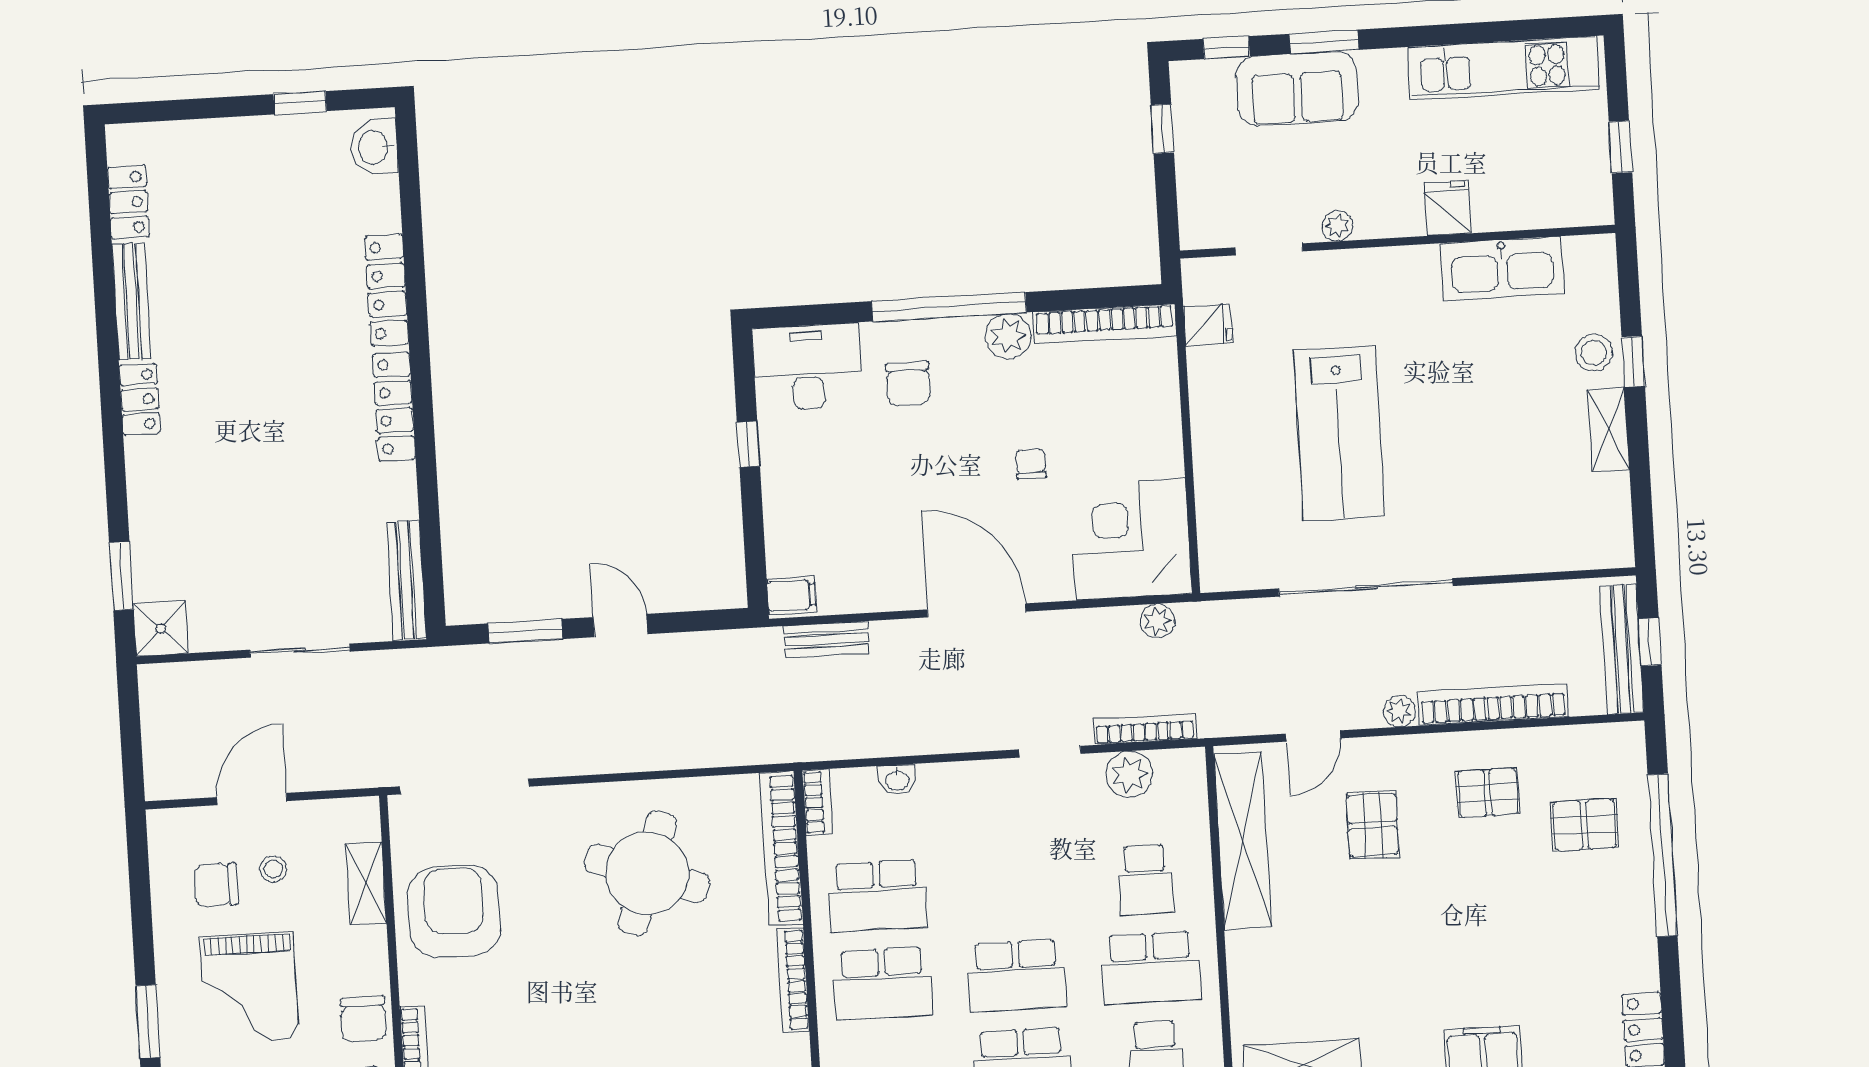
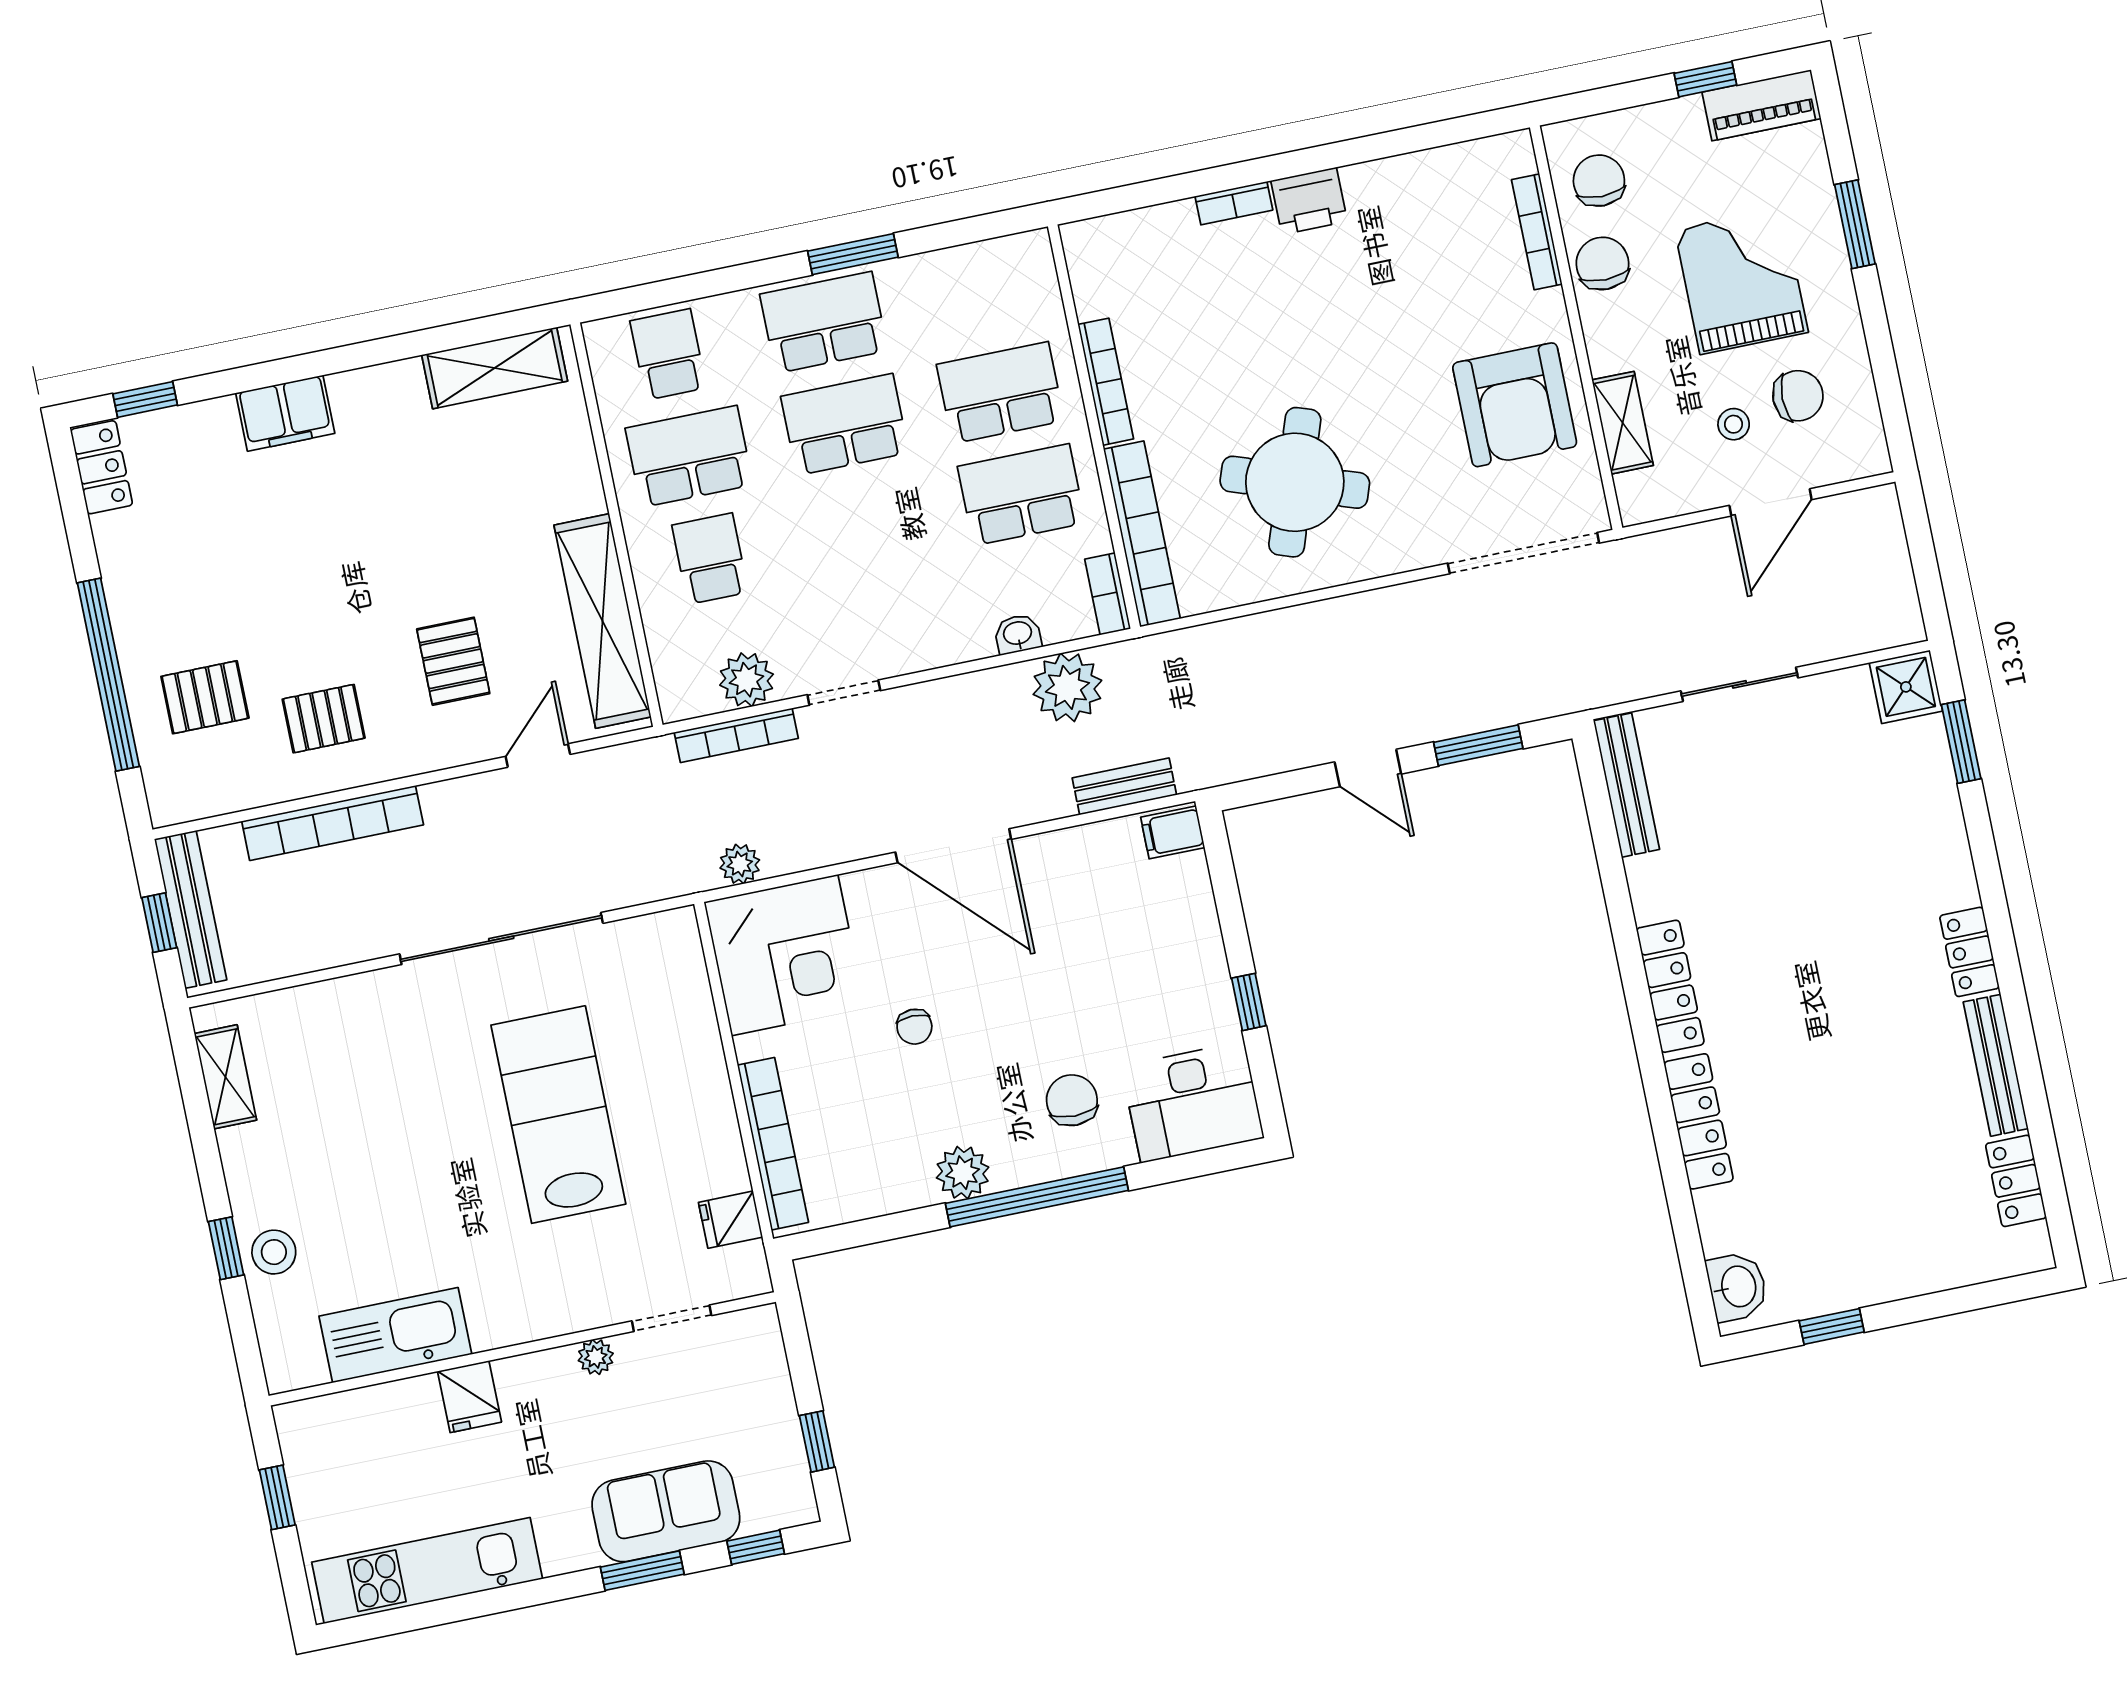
bookcase: (1105, 324) -> (773, 1144), moved, turned 90
shelving: (1609, 430) -> (225, 1077), moved
plant: (1399, 711) -> (1067, 687), moved, width x1.88, depth x1.88

